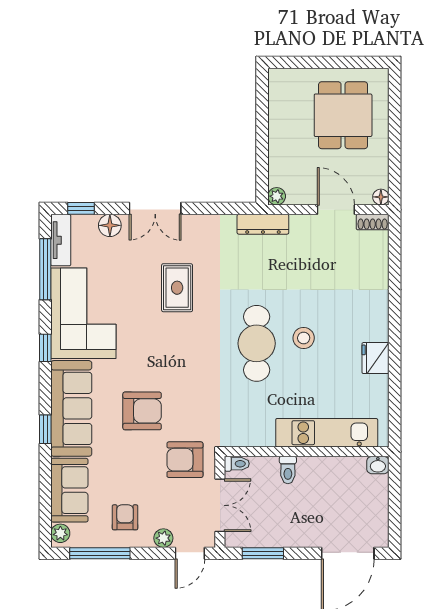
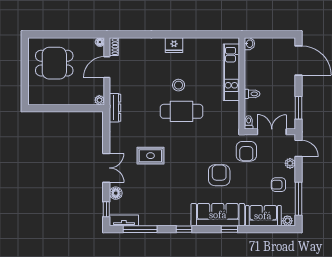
corner sofa: (83, 313) -> (165, 208), removed
fridge: (375, 358) -> (174, 45), moved

